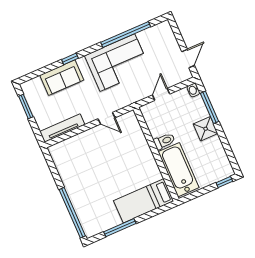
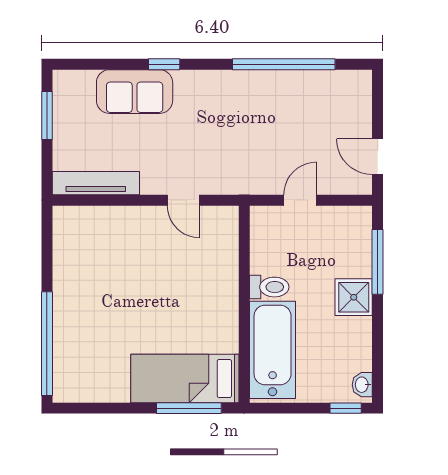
door: (188, 59) -> (378, 157), swing flipped
corner sofa: (117, 63) -> (247, 108), removed
washbasin: (193, 90) -> (362, 385), moved
window: (120, 228) -> (189, 408), moved

